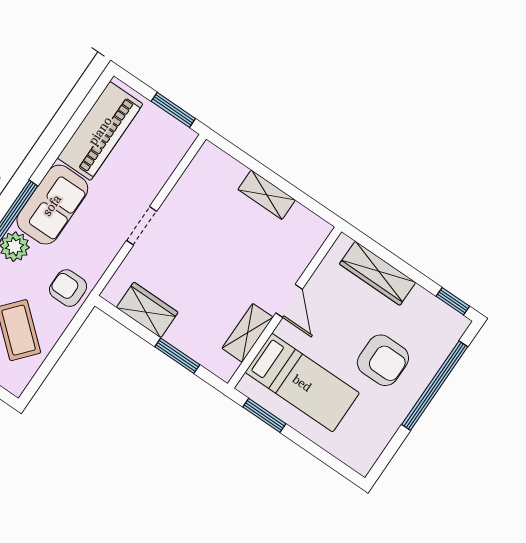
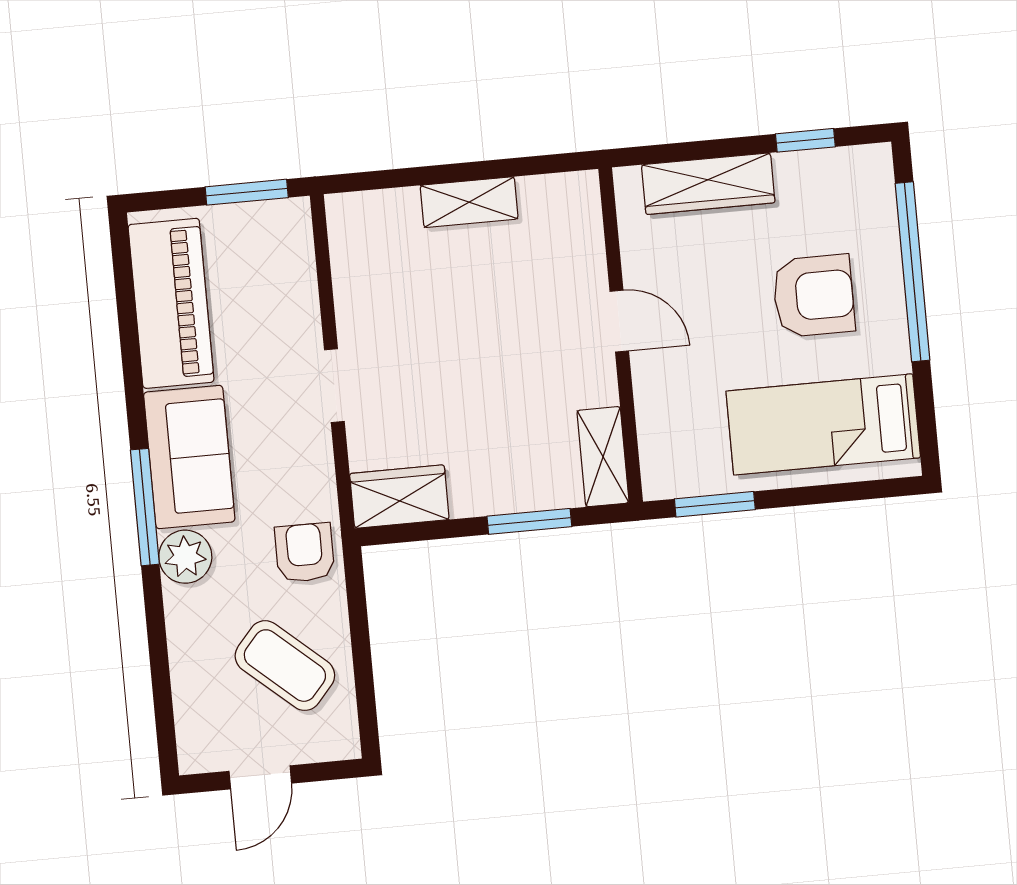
armchair: (68, 288) -> (305, 553), turned 90
window: (453, 301) -> (805, 140), moved
wardrobe: (147, 310) -> (399, 497), moved
shelving: (248, 333) -> (603, 457), moved
bed: (302, 383) -> (823, 424), moved, turned 180

